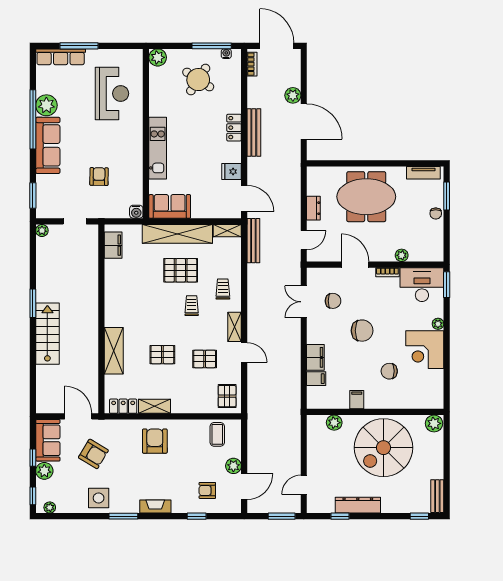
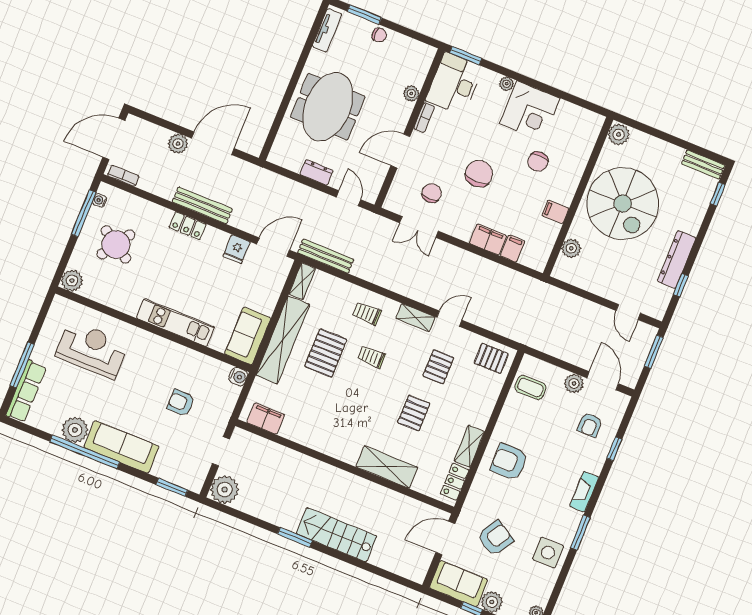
plant: (42, 231) -> (225, 490), width x1.88, depth x1.88

